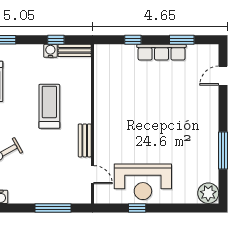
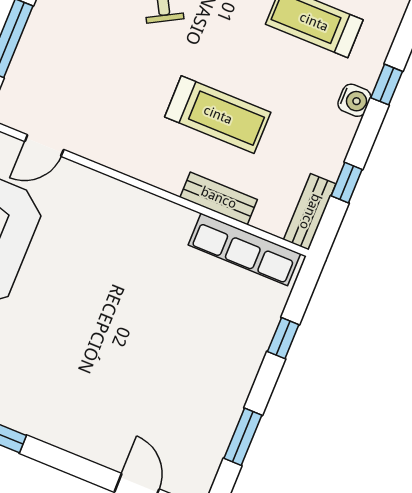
water cooler: (50, 51) -> (354, 100), moved
row of seats: (161, 52) -> (244, 249), moved, turned -90
bench: (85, 140) -> (219, 198), moved

